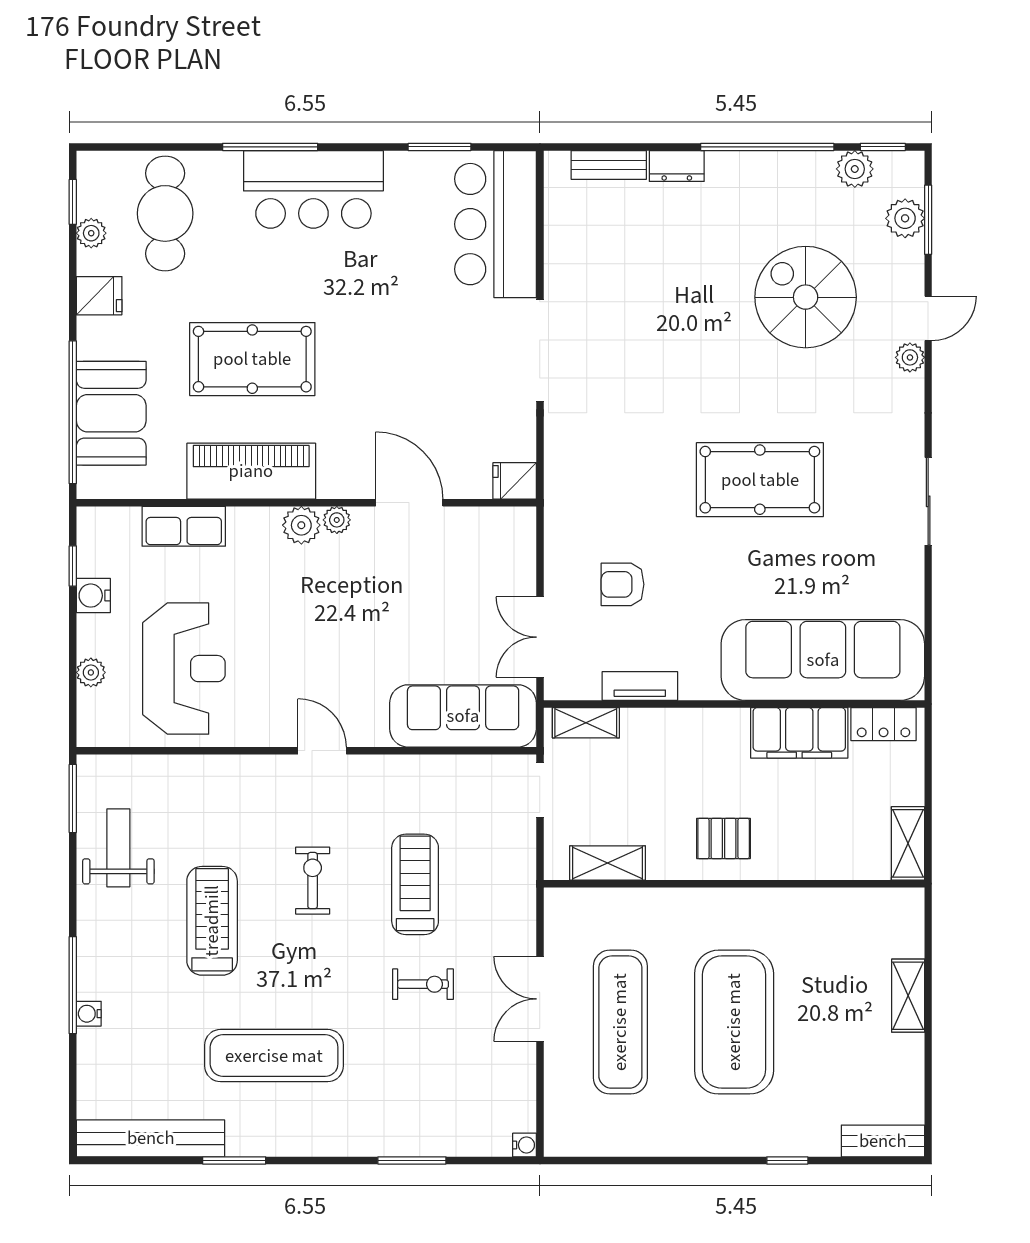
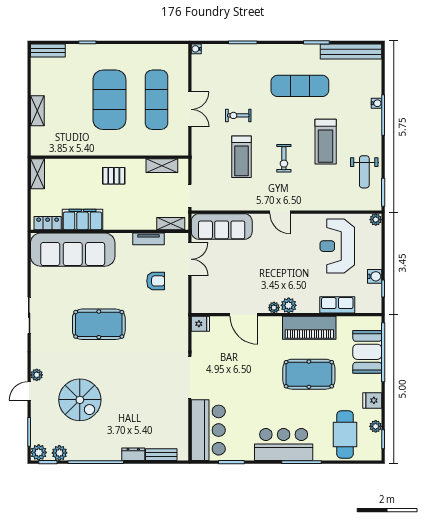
plant: (905, 218) -> (39, 452), moved
plant: (91, 672) -> (376, 220), moved

